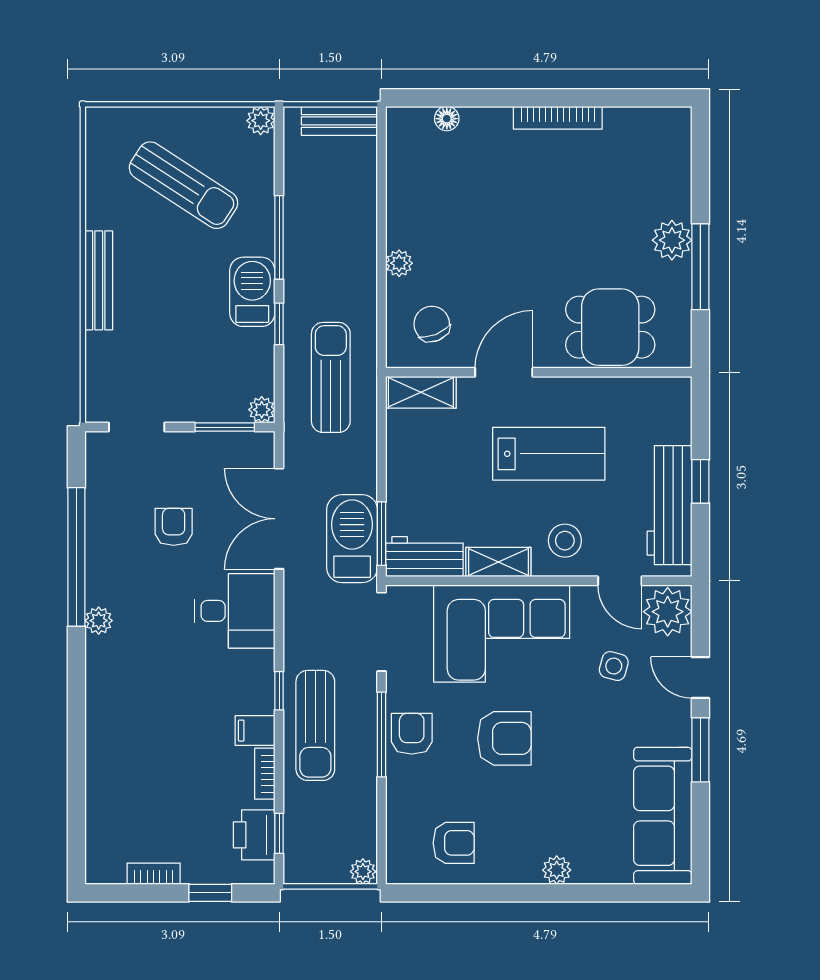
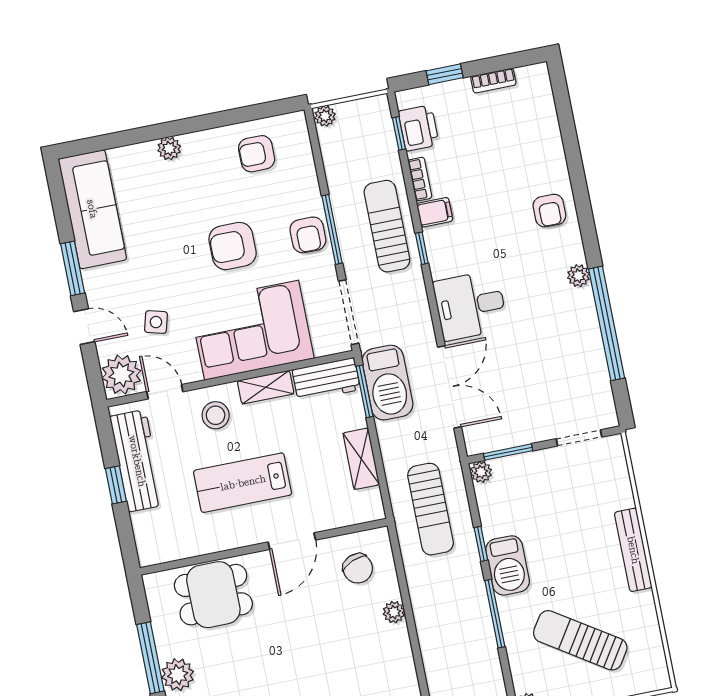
shelving: (421, 392) -> (361, 459), moved, turned 90
armchair: (174, 527) -> (549, 211), moved

